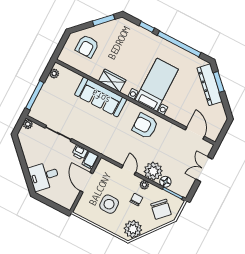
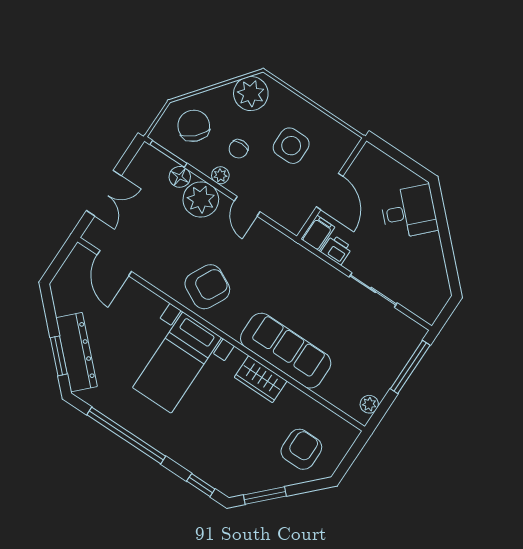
window: (147, 27) -> (201, 485), moved
plant: (28, 124) -> (429, 314), removed
armchair: (145, 126) -> (207, 287), turned -63

